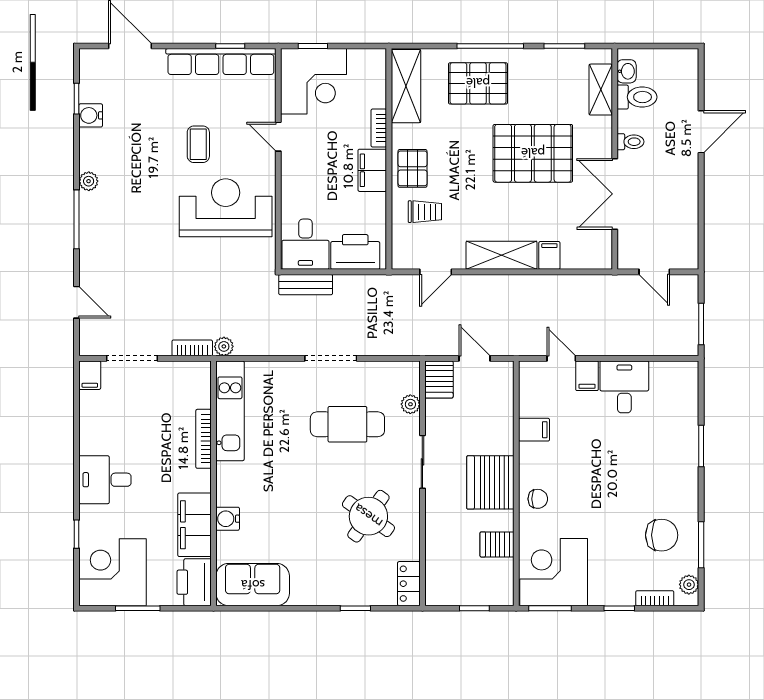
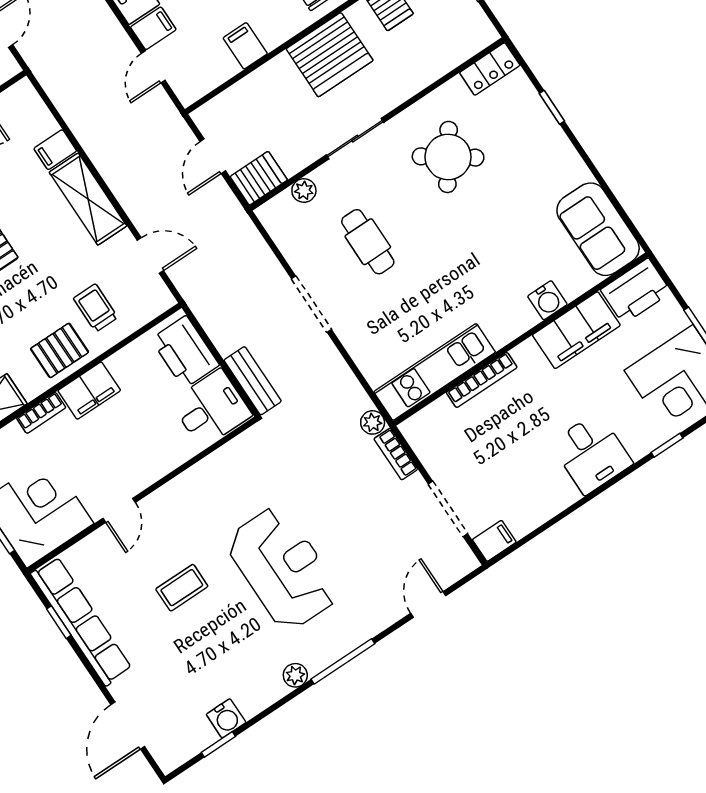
reception desk: (226, 208) -> (283, 568), moved, turned 180
cafe table: (347, 424) -> (368, 242), width x0.73, depth x0.74

